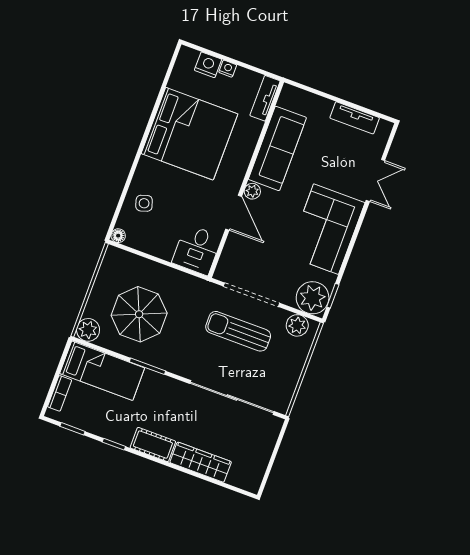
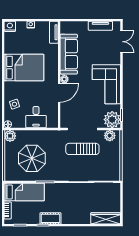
nightstand: (208, 65) -> (10, 26), moved
bed: (189, 134) -> (24, 68), width x0.73
double door: (375, 180) -> (122, 42), moved
door: (234, 213) -> (59, 93), hinge flipped
desk: (197, 250) -> (36, 117), moved
plant: (88, 330) -> (10, 136), moved
cot: (153, 445) -> (50, 218), moved
wardrobe: (201, 462) -> (106, 218), moved

